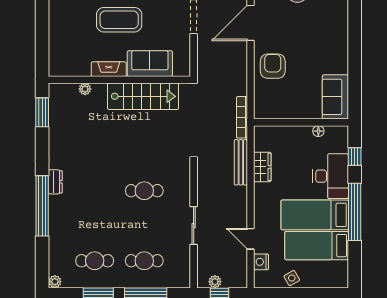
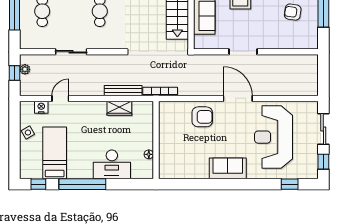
sofa: (335, 97) -> (228, 168), moved
window: (355, 156) -> (38, 184), moved
bed: (315, 215) -> (80, 151), removed

